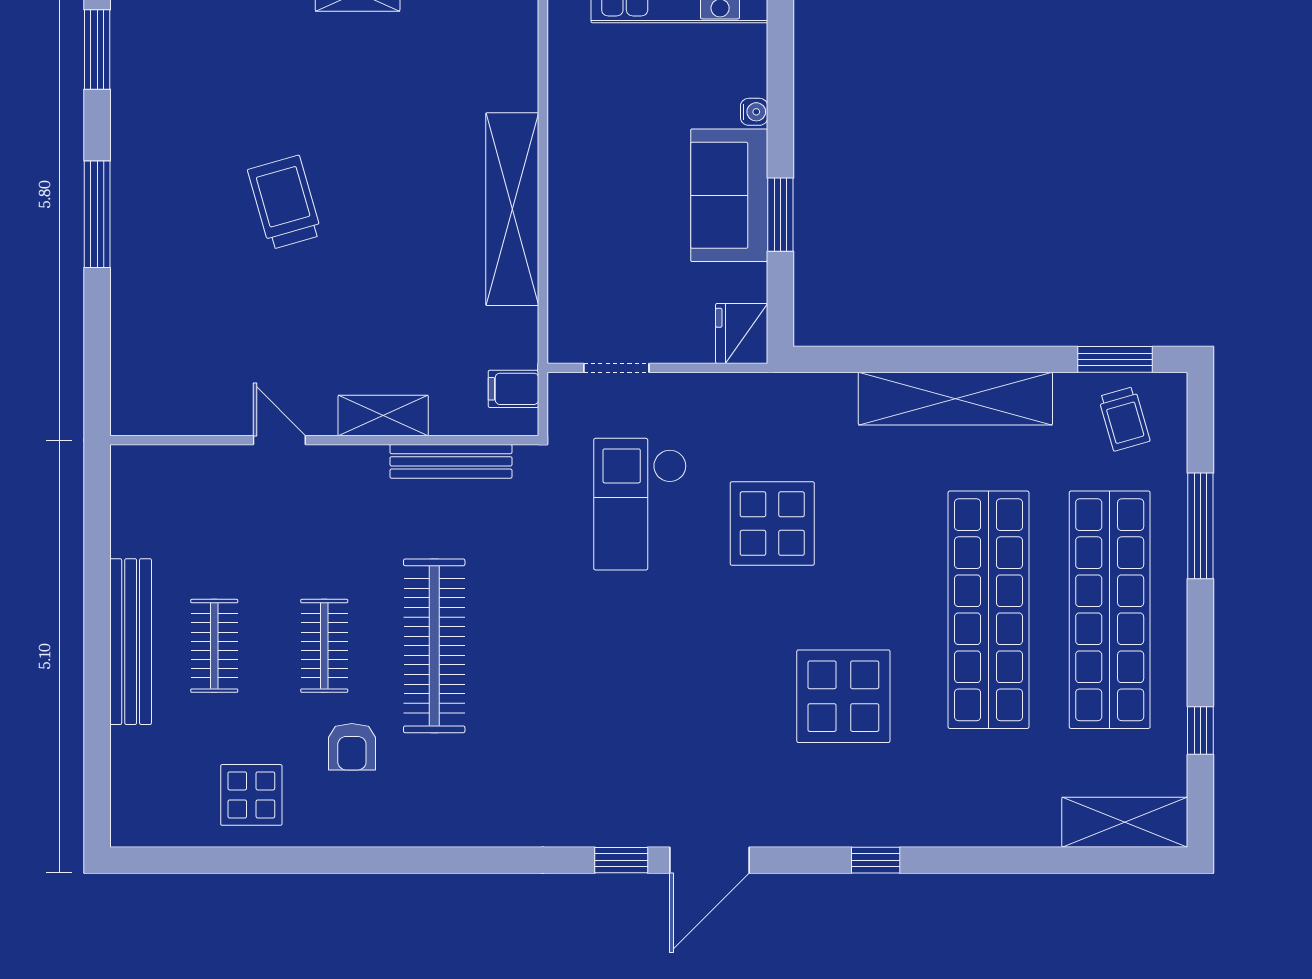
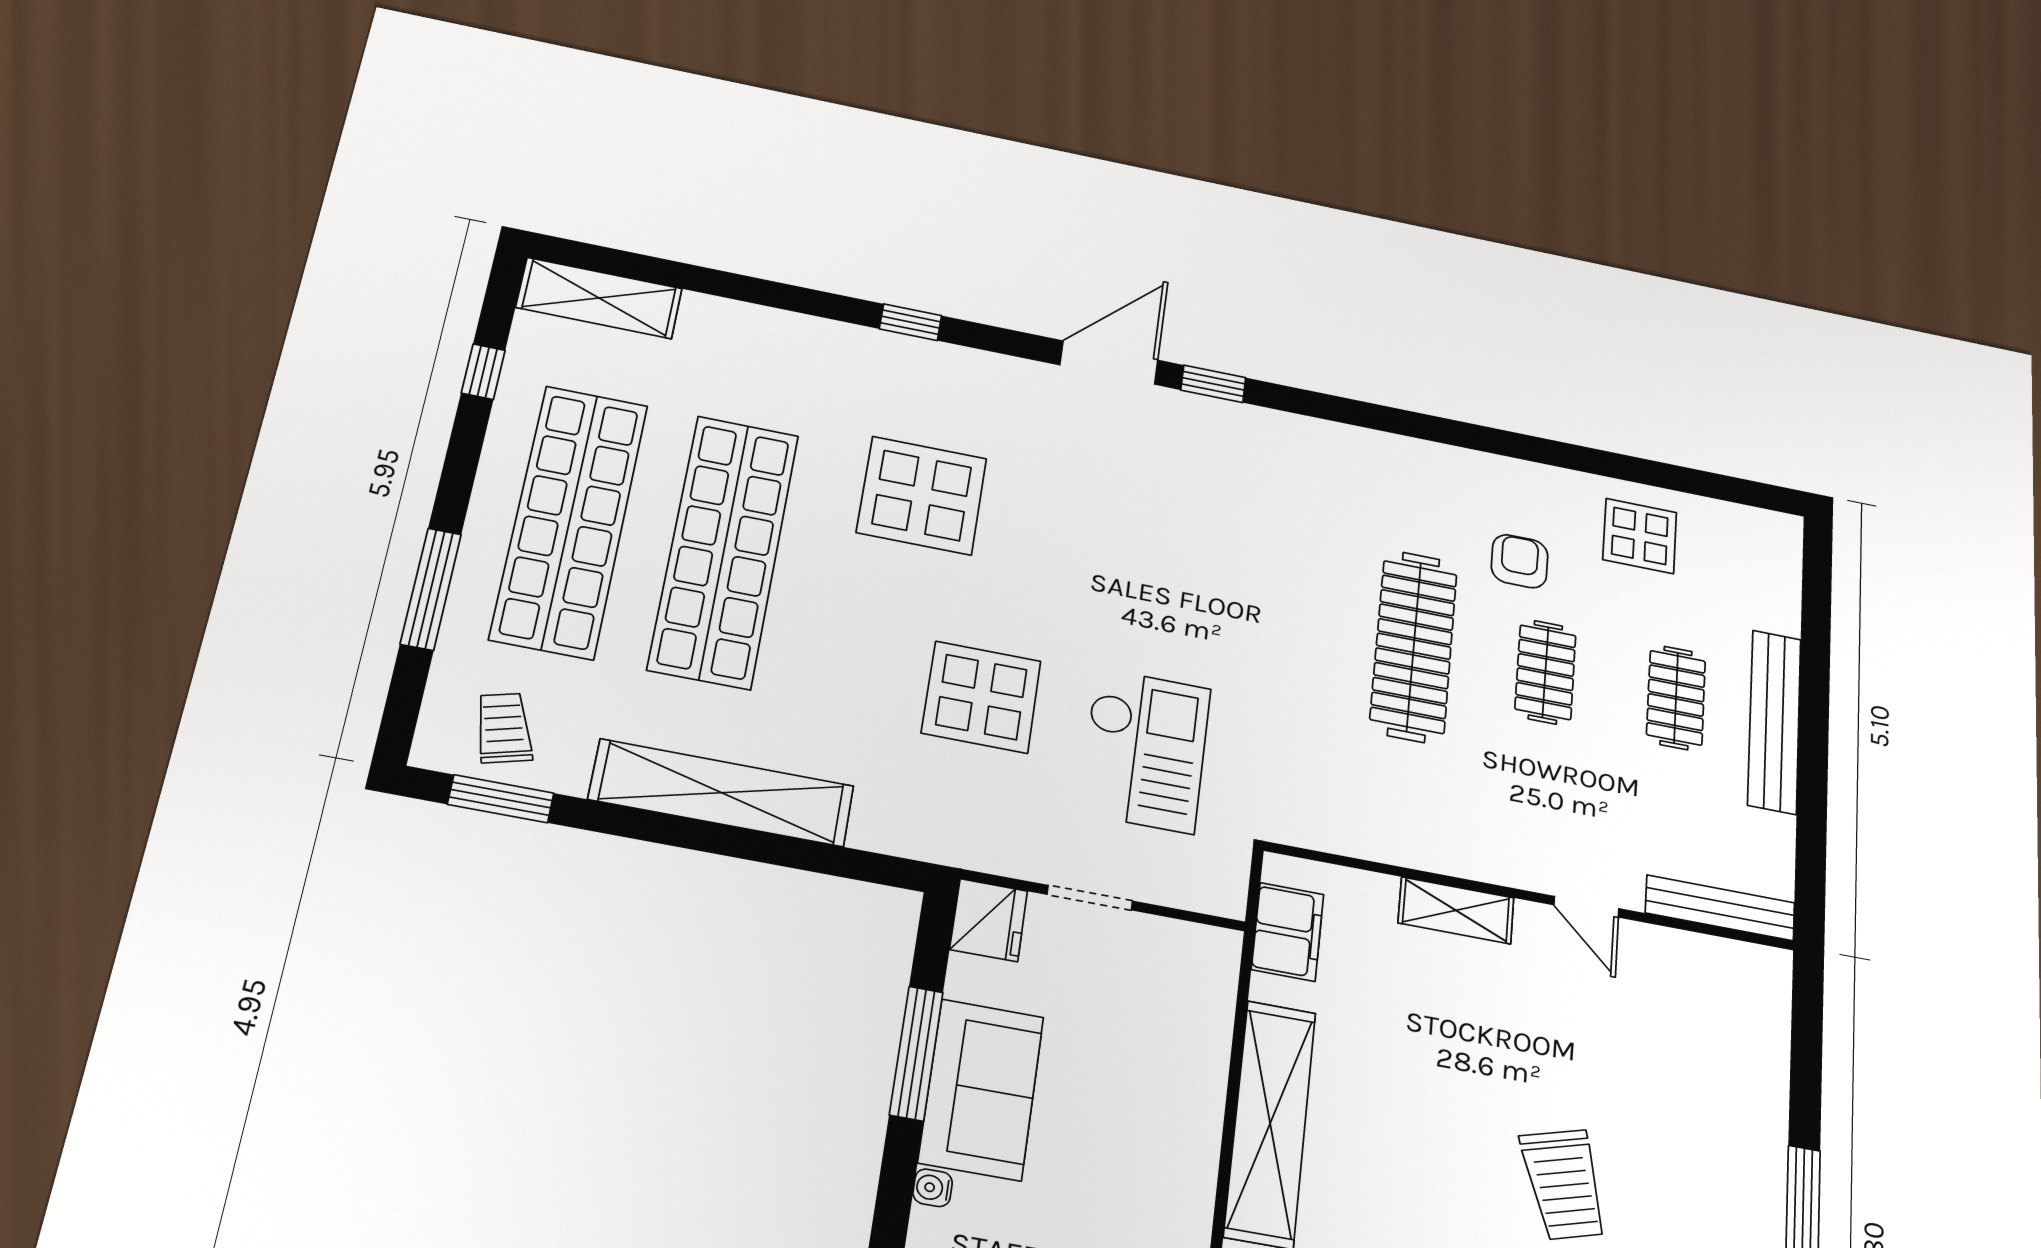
window: (780, 215) -> (916, 1053), width x1.44
doorway: (616, 368) -> (1090, 898), moved
filing cabinet: (513, 389) -> (1288, 932), width x2.00
bench: (451, 461) -> (1720, 908), moved

